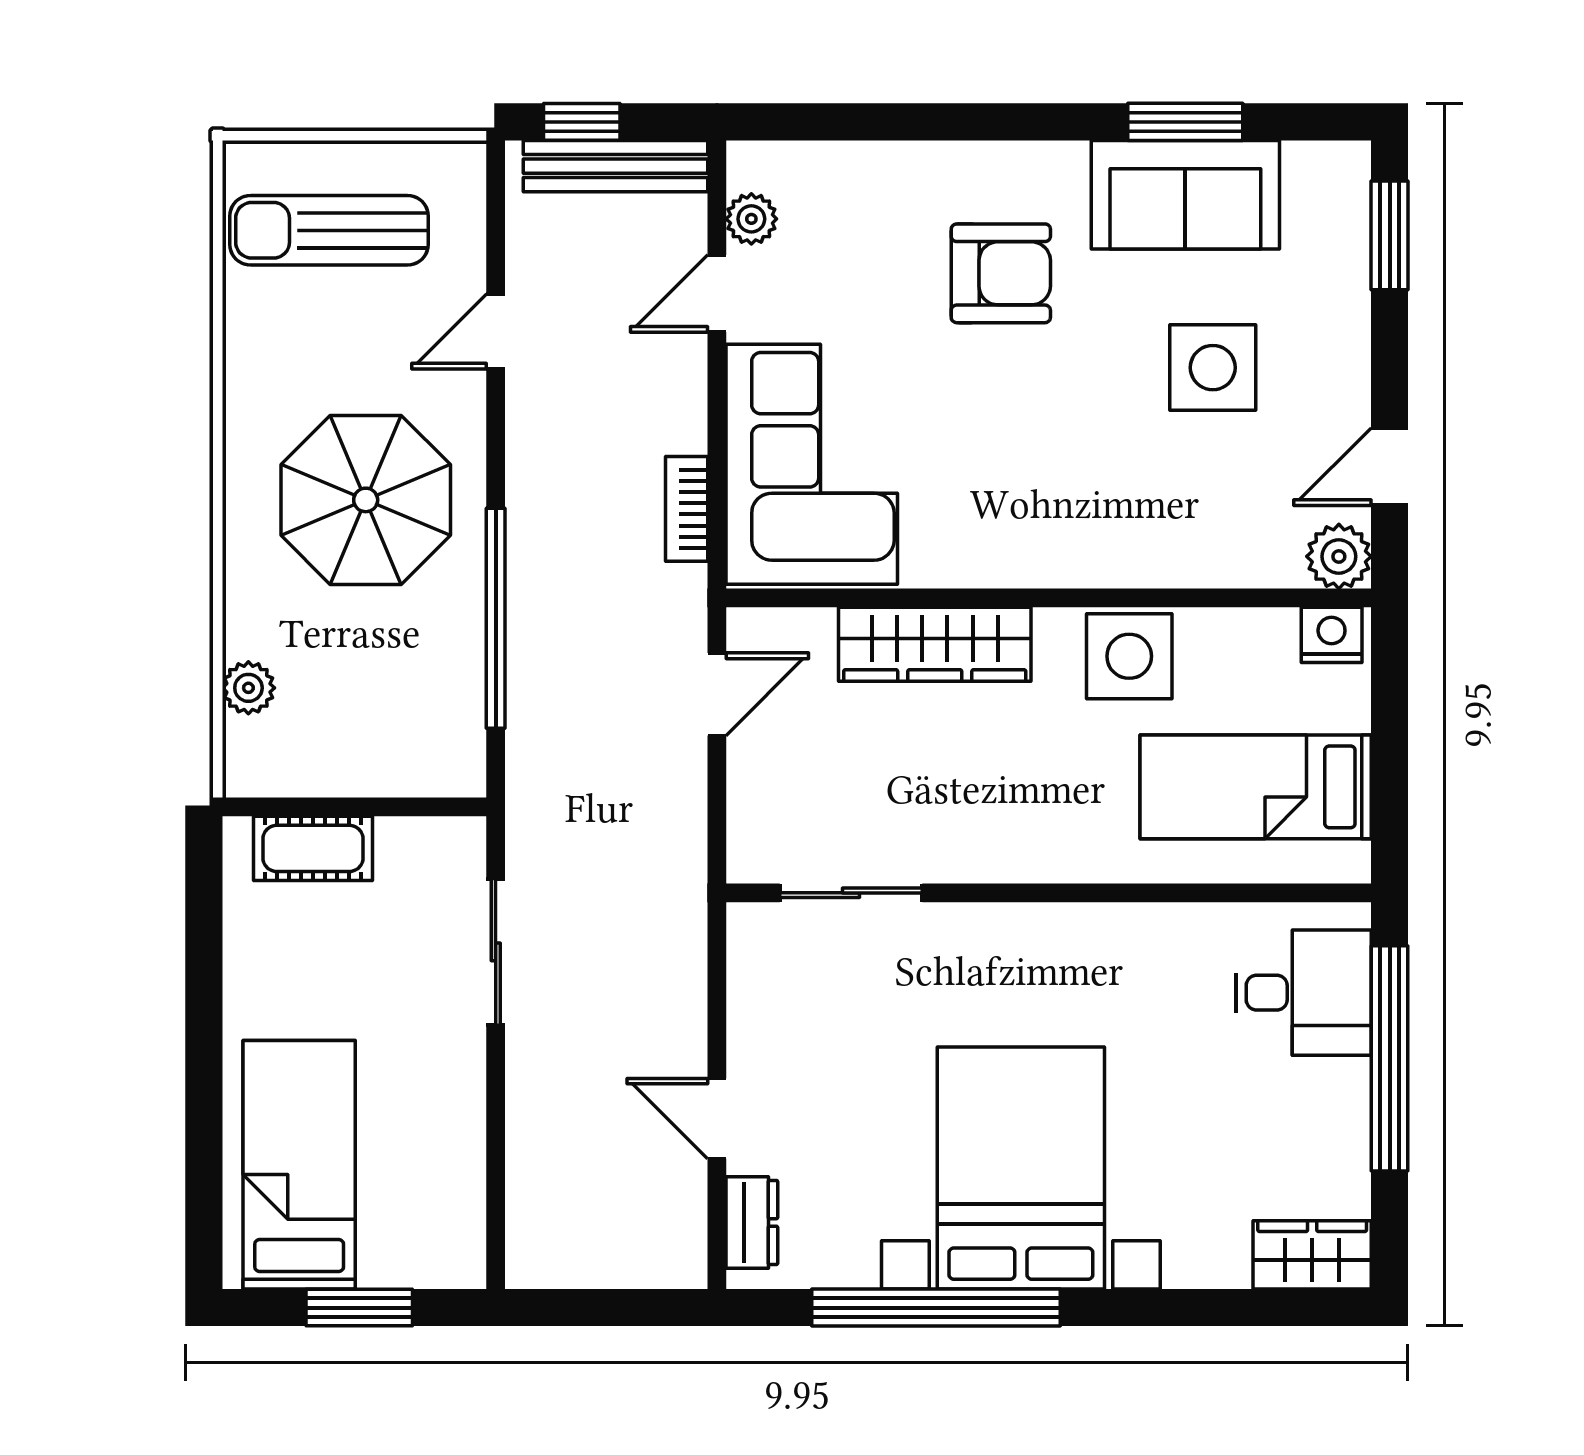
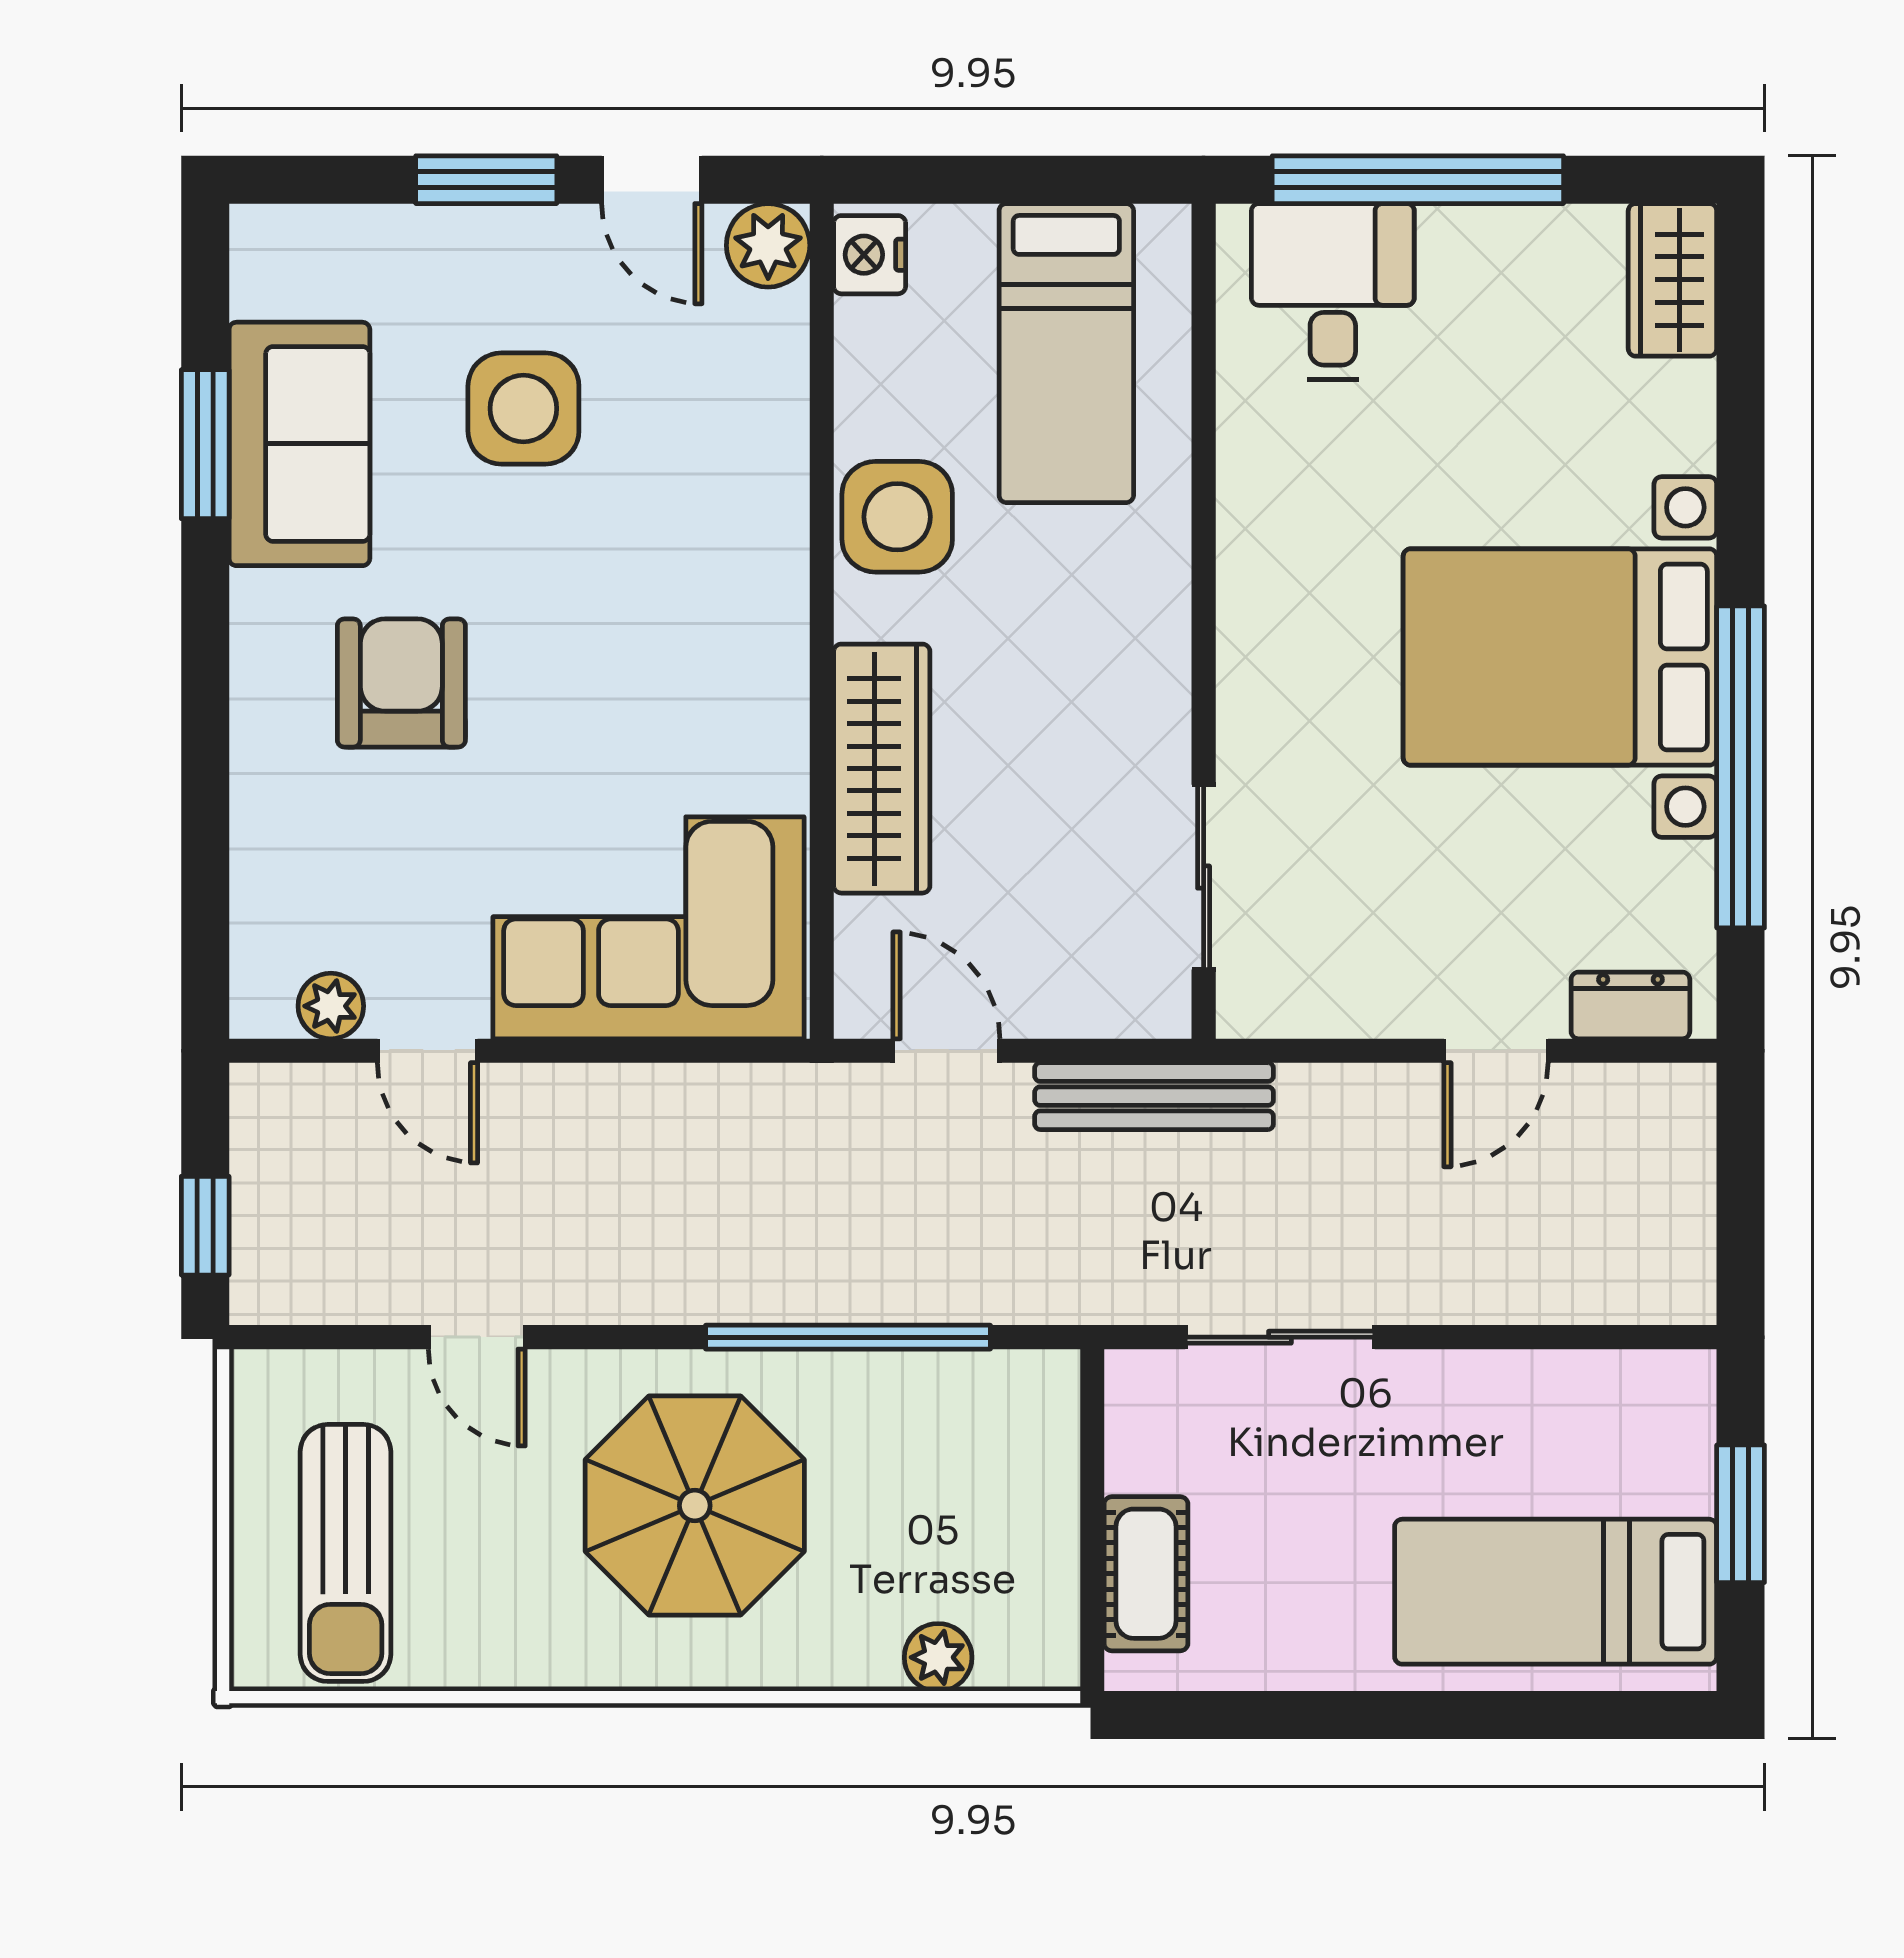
bench: (615, 166) -> (1154, 1096), moved, turned 90
window: (1390, 235) -> (486, 180), moved
bookcase: (687, 509) -> (706, 1090), removed

